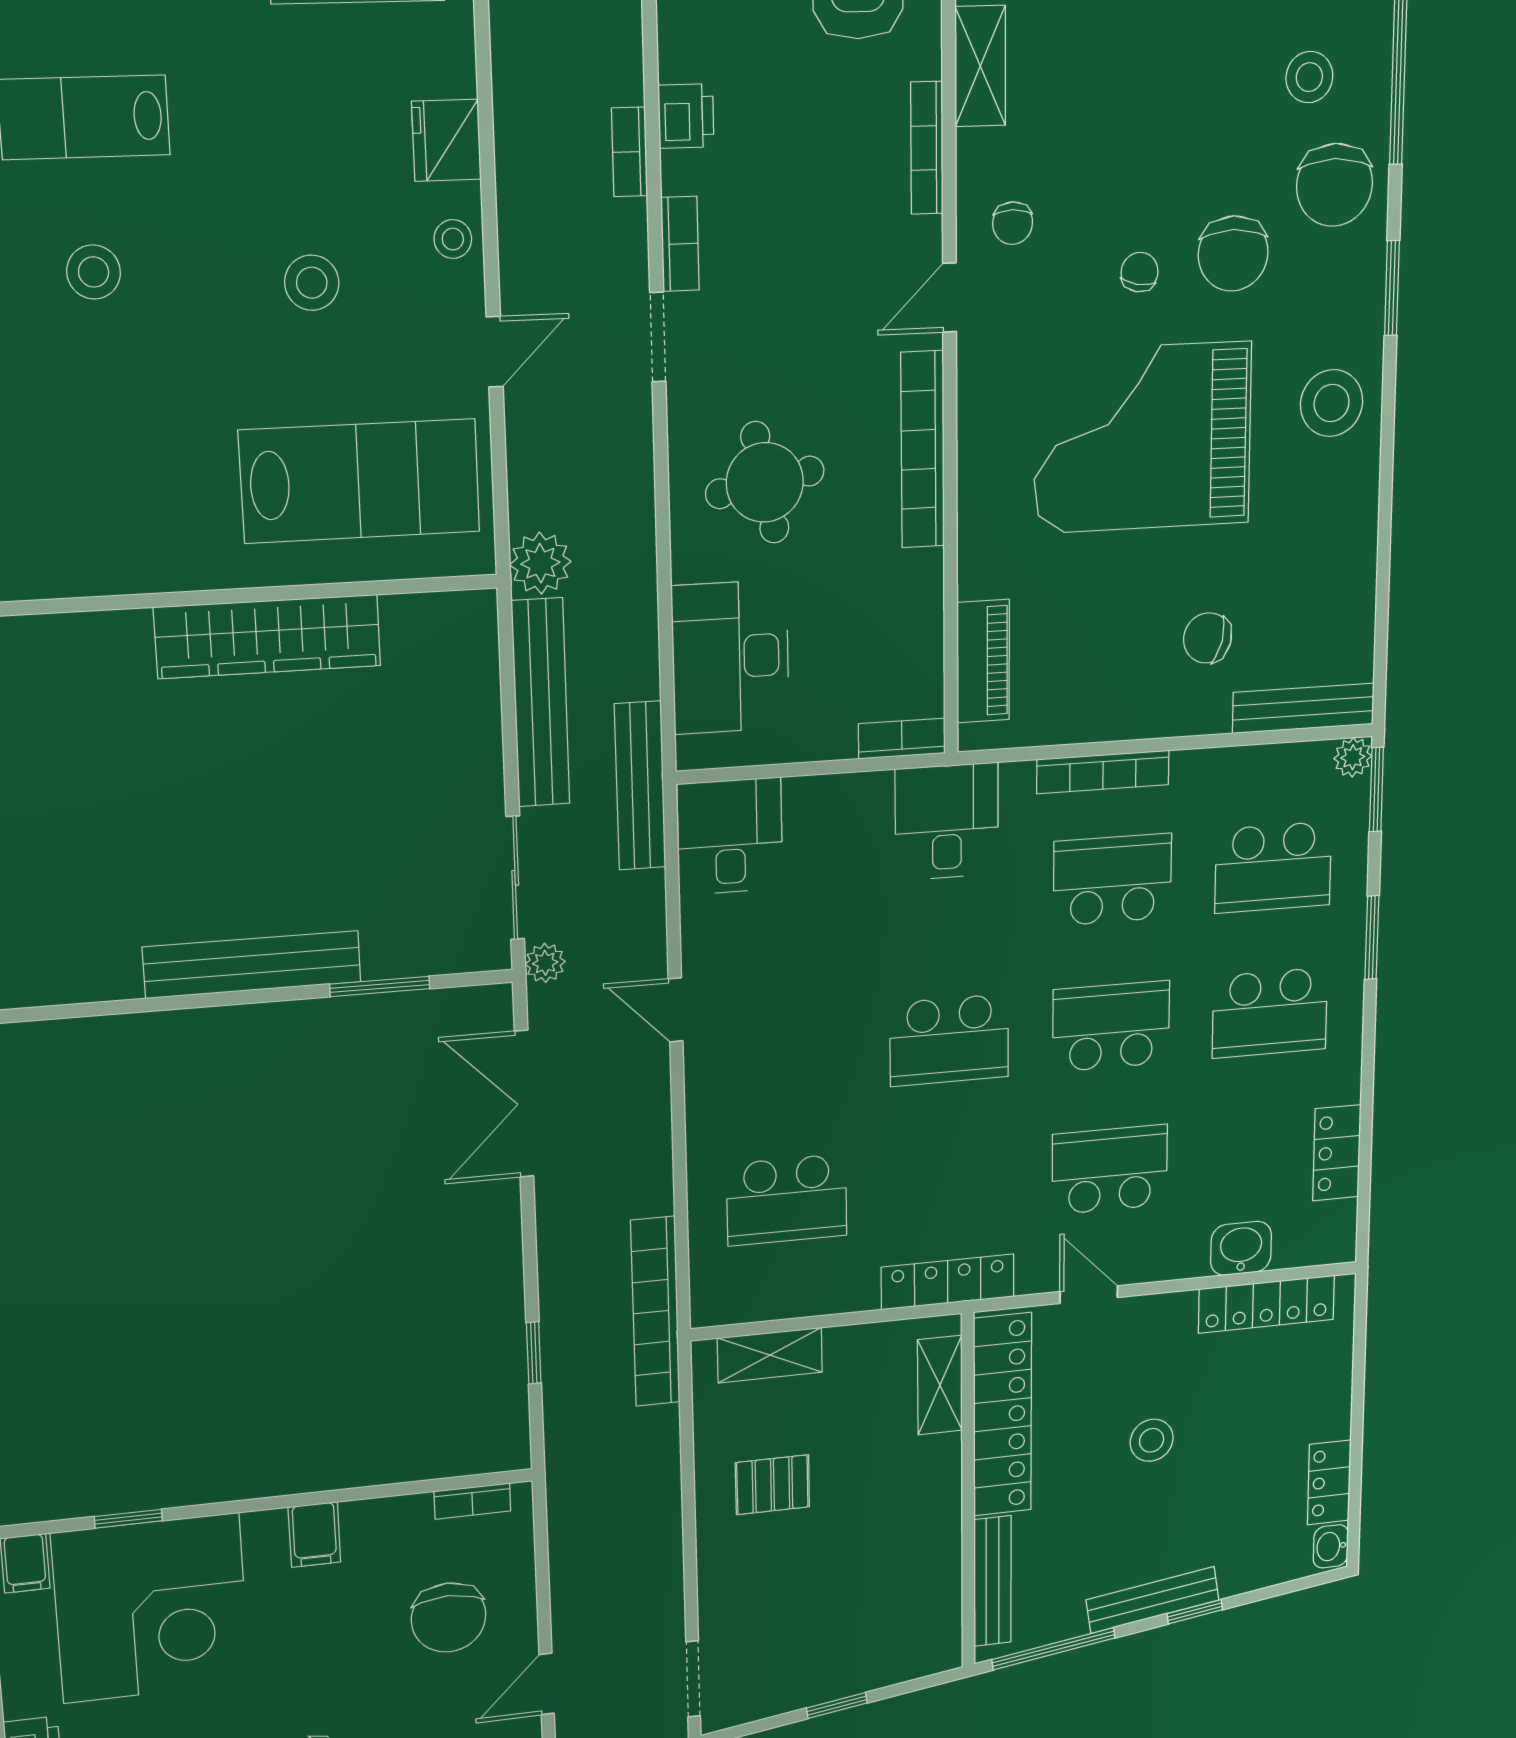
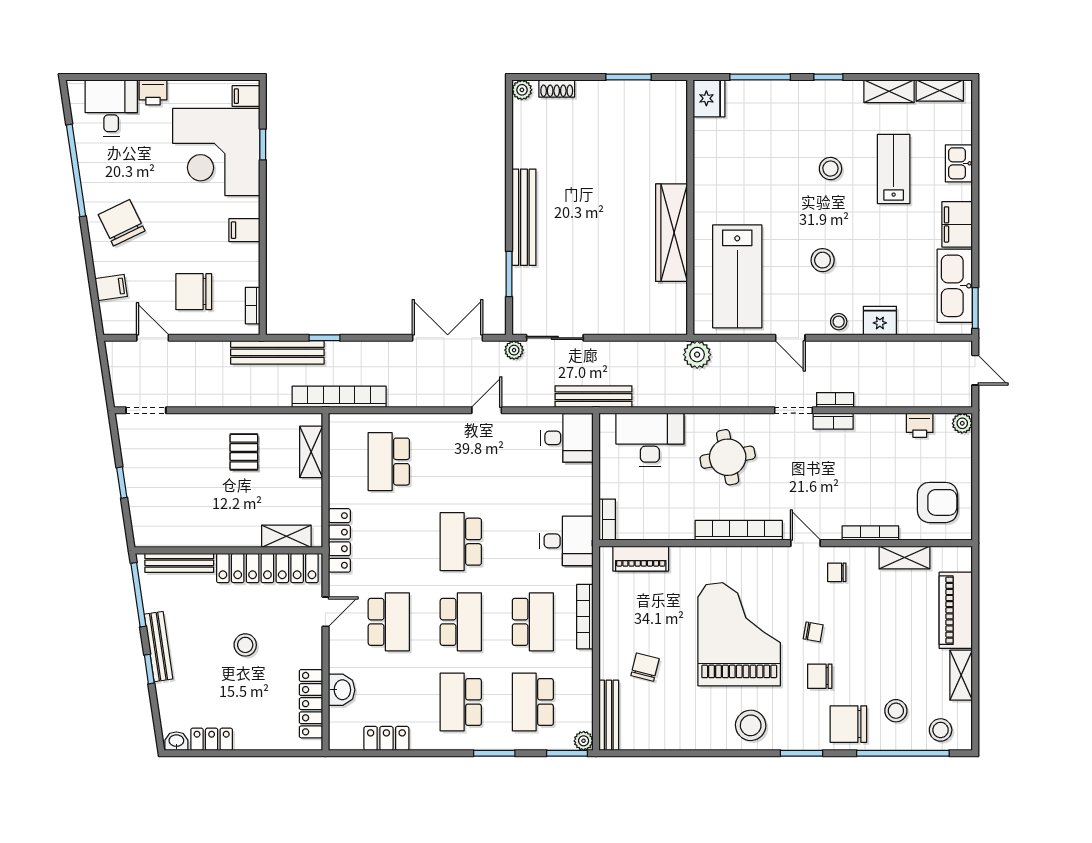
printer: (686, 116) -> (920, 425), moved
bookcase: (630, 152) -> (835, 400), moved
chair: (1233, 253) -> (820, 676), width x0.73, depth x0.73
bench: (541, 703) -> (277, 352), moved

